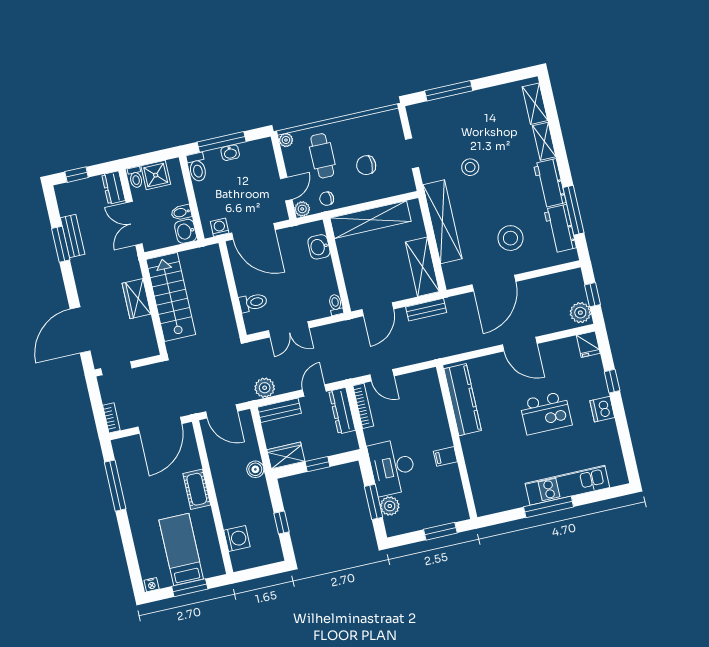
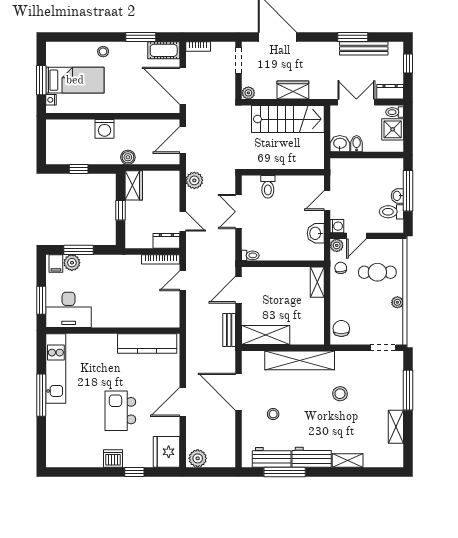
shelving: (535, 104) -> (396, 427), moved, turned 90
plant: (286, 140) -> (397, 302), moved
doorway: (412, 153) -> (383, 348), moved
chair: (366, 165) -> (341, 329), moved
toilet: (197, 167) -> (391, 212), moved
door: (286, 189) -> (356, 236), hinge flipped
shelving: (370, 220) -> (317, 282), width x0.45, depth x0.75
washing machine: (220, 227) -> (337, 226), moved
door: (253, 231) -> (327, 200), width x0.53
bench: (73, 236) -> (364, 48), width x1.36
stool: (510, 238) -> (273, 414), width x0.53, depth x0.53
washbasin: (319, 247) -> (316, 233), moved, turned -90
window: (593, 295) -> (210, 472), removed
door: (378, 309) -> (239, 290), hinge flipped
fridge: (588, 344) -> (166, 452), width x1.88, depth x1.34
plant: (151, 349) -> (248, 93), added
bench: (279, 410) -> (173, 188), removed
dresser: (342, 411) -> (166, 241), width x0.70
filing cabinet: (445, 456) -> (56, 263), moved, turned 180
desk: (392, 467) -> (69, 310), moved, turned 180
kitchen unit: (567, 485) -> (56, 369), moved
window: (115, 486) -> (141, 37), width x0.69
cot: (197, 489) -> (164, 50), moved
stool: (141, 525) -> (103, 52), added
washing machine: (237, 539) -> (105, 129), moved
nightstand: (152, 585) -> (51, 100), moved

